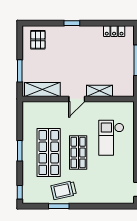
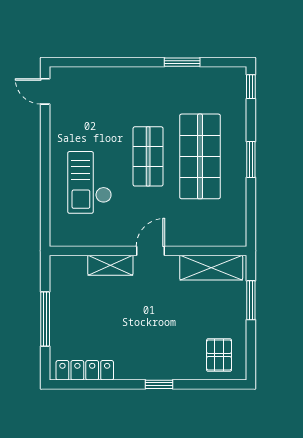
locker: (114, 31) -> (85, 370), width x1.53
checkout: (111, 138) -> (90, 182), turned 180
trolley: (64, 190) -> (174, 90), removed

